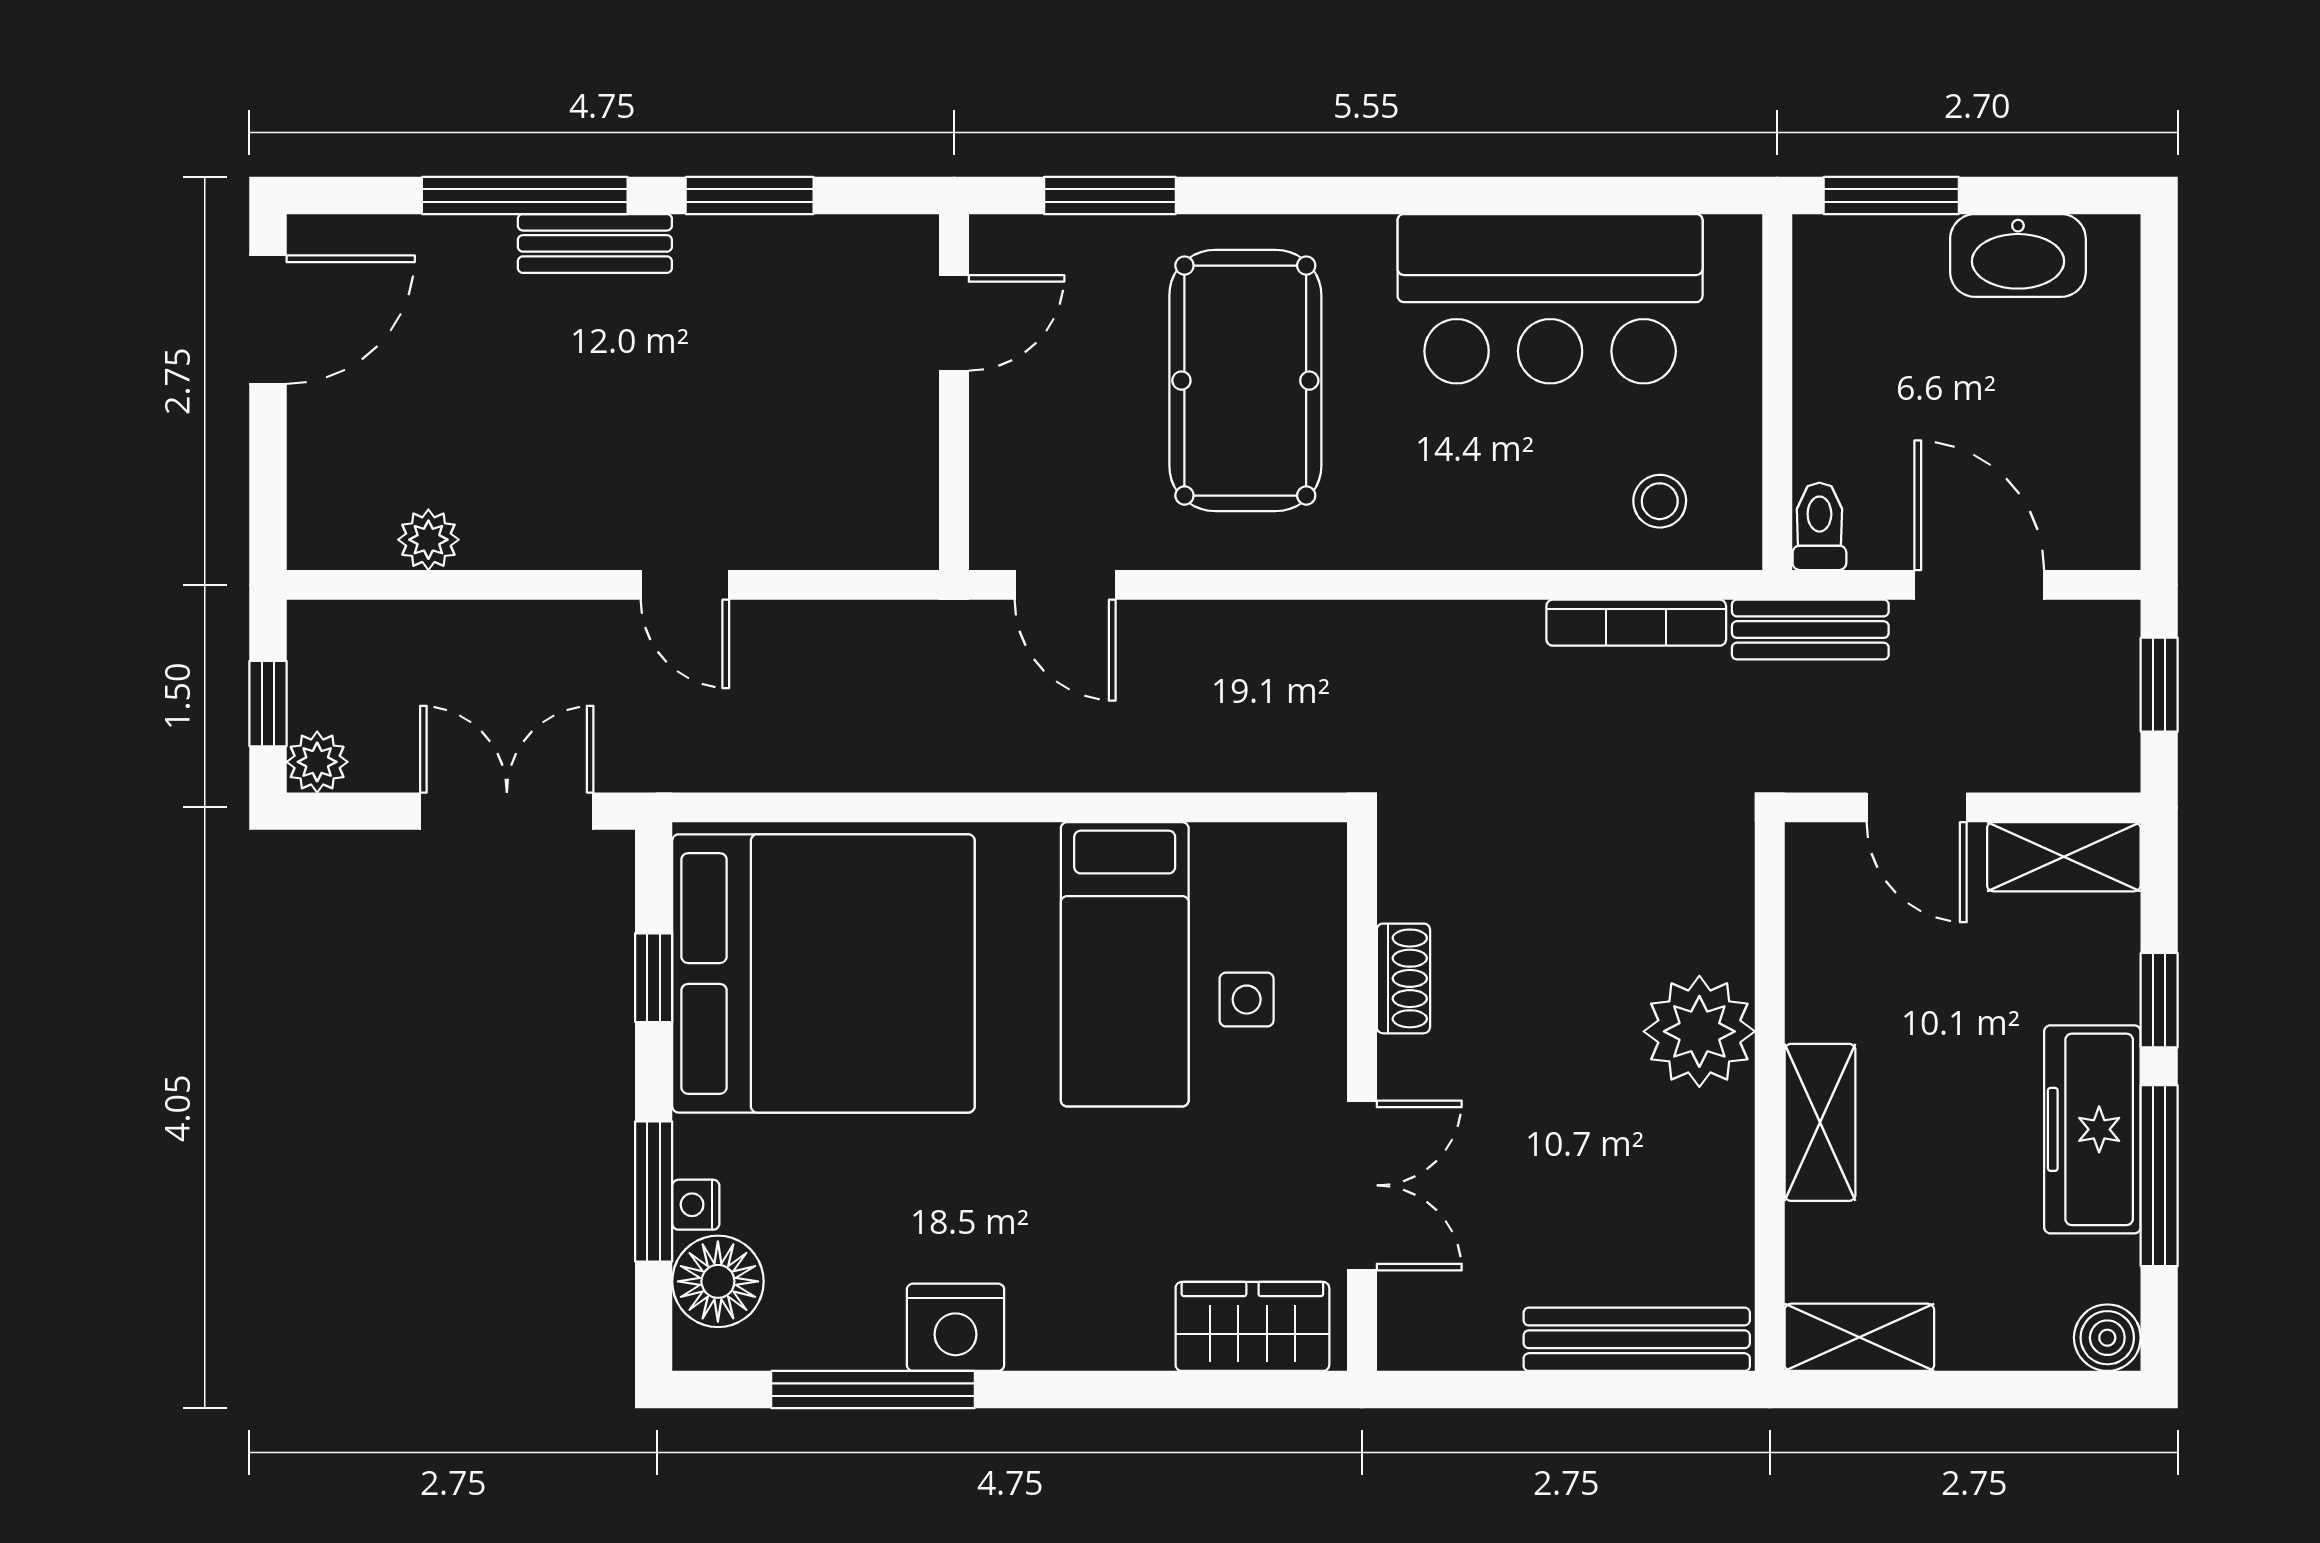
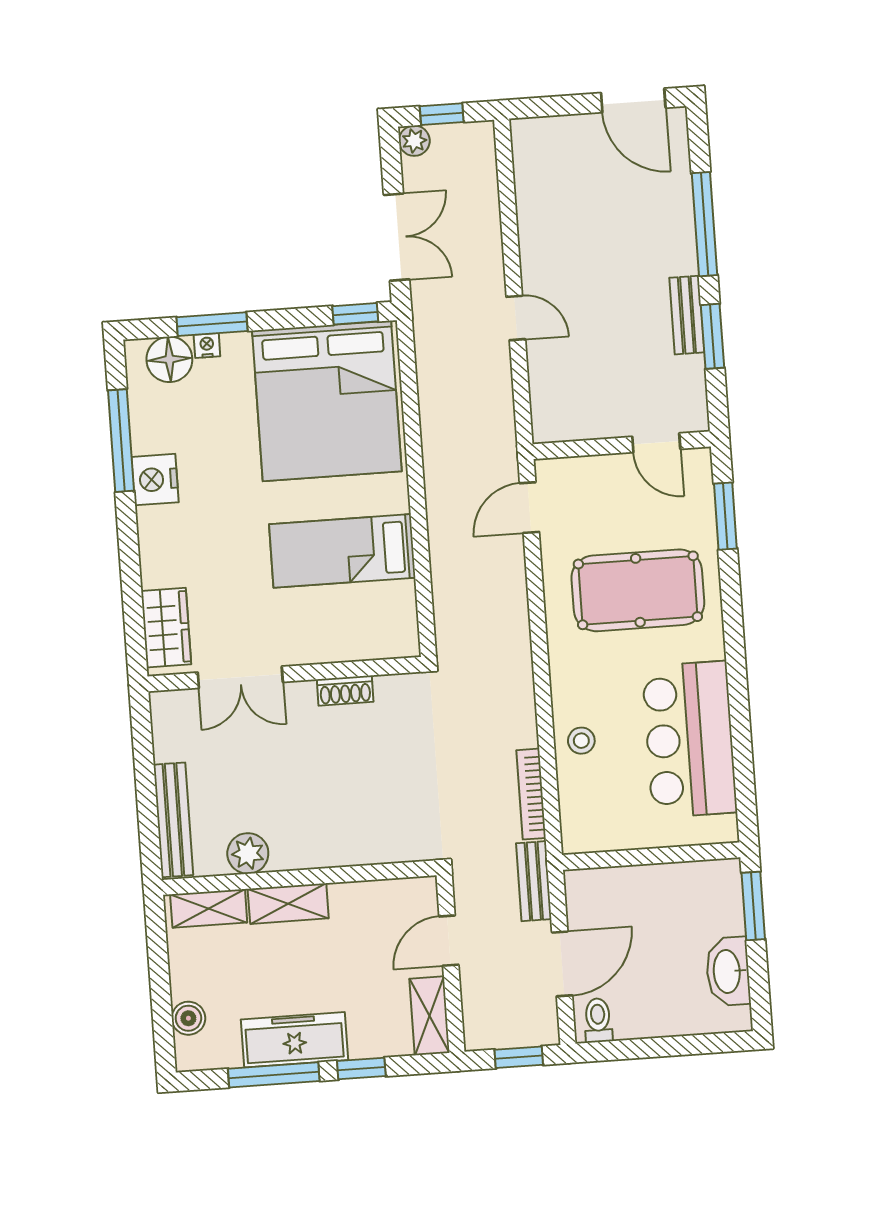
bench: (595, 243) -> (687, 315), moved
stool: (1660, 501) -> (581, 741), moved
toilet: (1819, 526) -> (598, 1020), moved, turned -90
plant: (428, 540) -> (529, 188), removed
door: (685, 585) -> (516, 318), swing flipped
window: (654, 978) -> (355, 314), moved
side table: (1247, 1000) -> (329, 613), removed
plant: (1699, 1031) -> (248, 853), moved, width x0.73, depth x0.73
shelving: (1859, 1337) -> (209, 908), moved, turned 90
boiler: (2107, 1338) -> (188, 1018), moved

